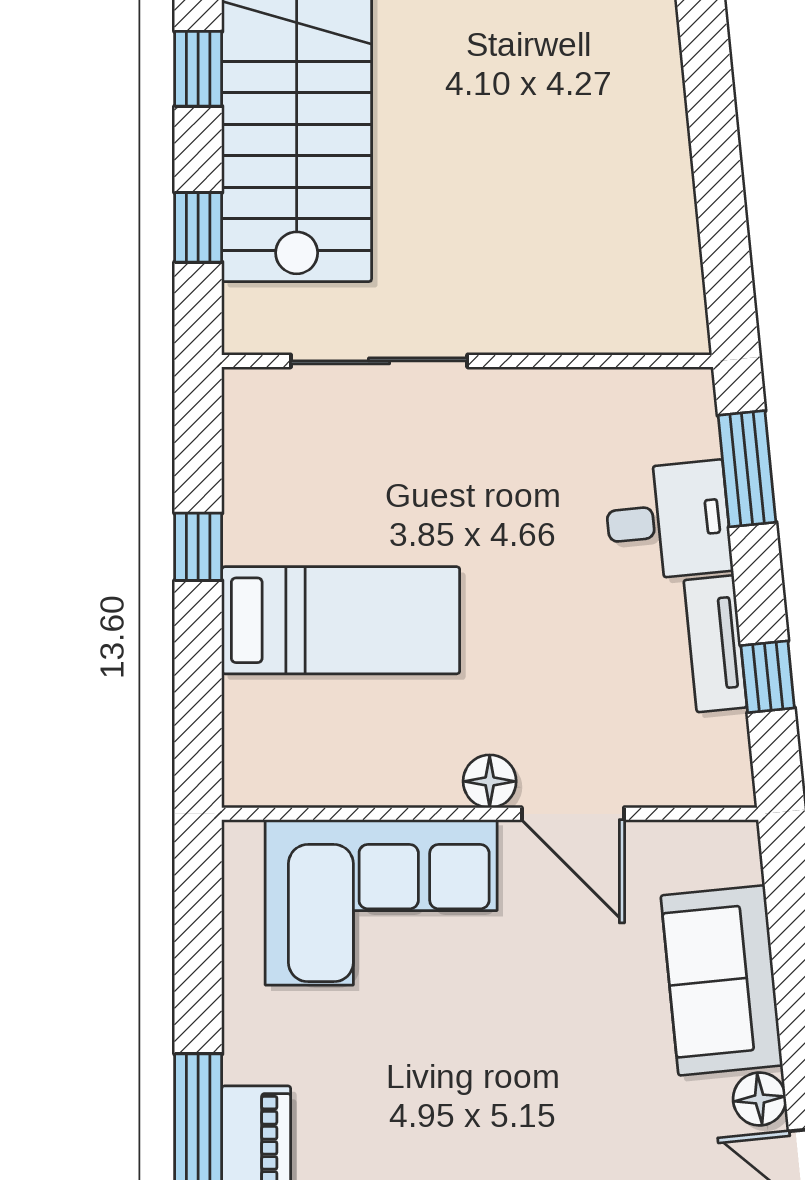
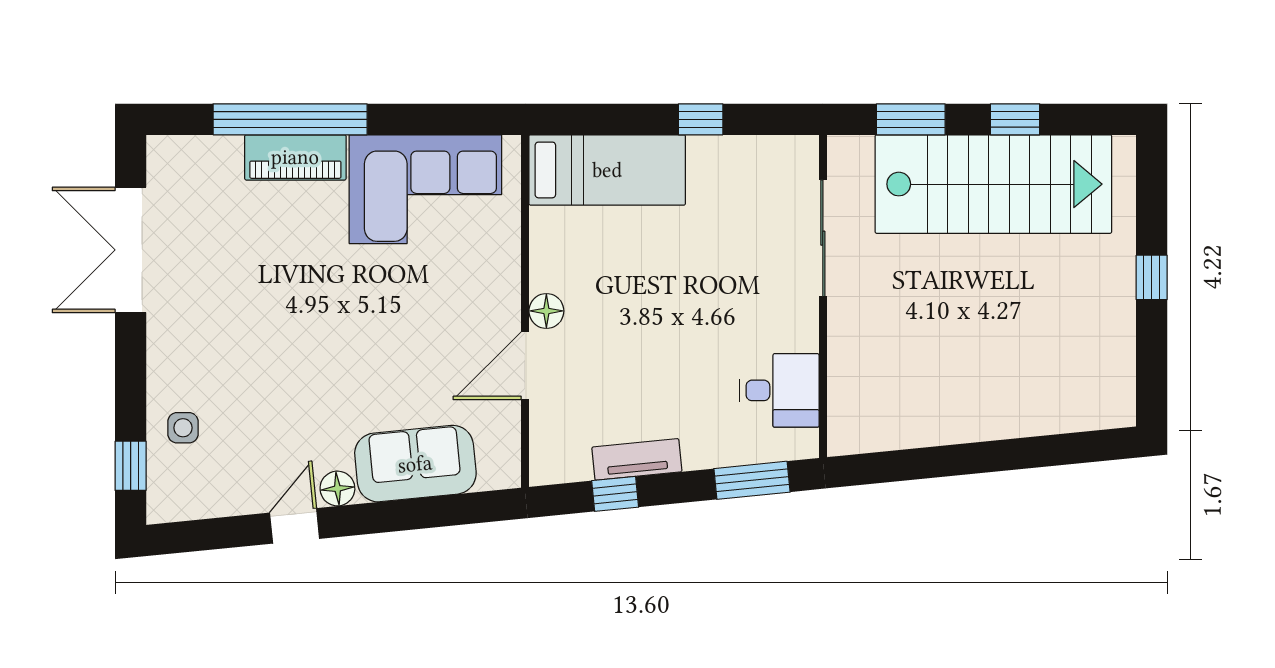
window: (198, 227) -> (911, 119), width x1.50
desk: (668, 521) -> (779, 390), moved, turned -84
bed: (341, 620) -> (607, 170), moved, turned -90
corner sofa: (381, 902) -> (425, 189), moved, turned -90

